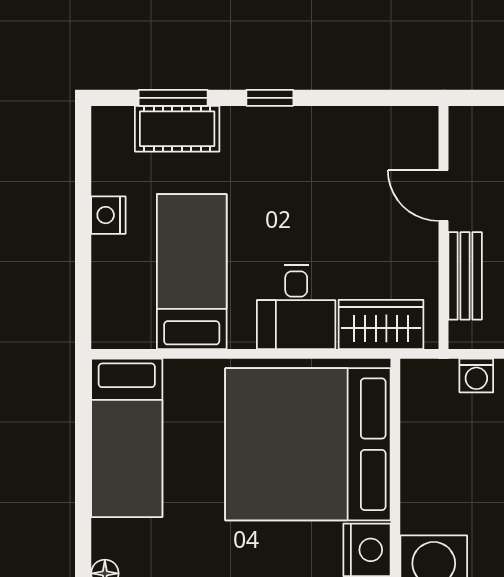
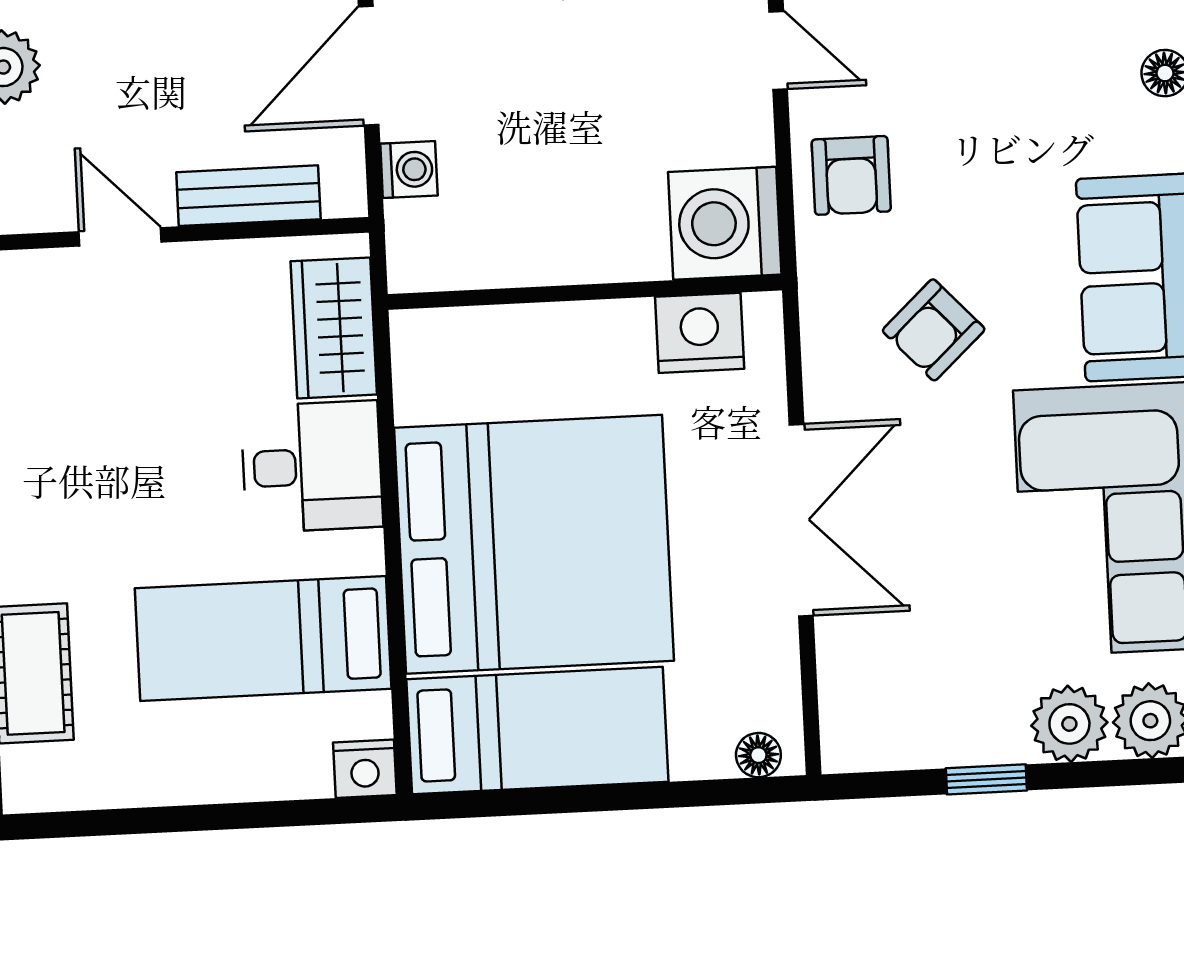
door: (444, 196) -> (120, 237), swing flipped
nightstand: (108, 215) -> (365, 769), moved
bed: (308, 444) -> (534, 544), moved, turned -90

